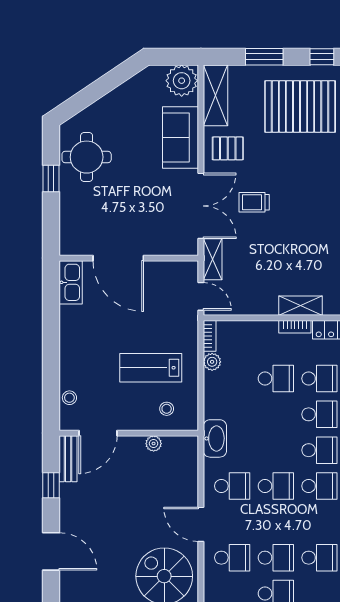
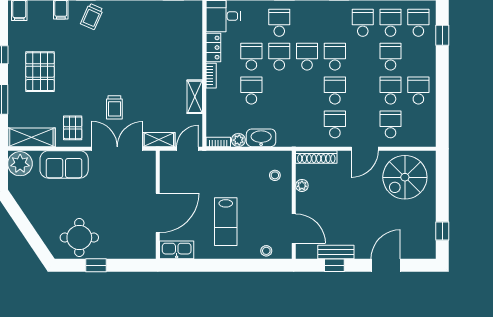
pallet: (300, 106) -> (40, 72), width x0.73, depth x0.71
shelving: (301, 306) -> (195, 97), moved
lab bench: (151, 368) -> (226, 222), moved
washbasin: (215, 438) -> (261, 138), moved
bench: (68, 459) -> (336, 252), moved
shoe rack: (190, 462) -> (316, 157), added

